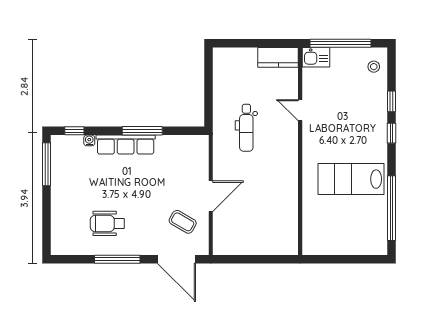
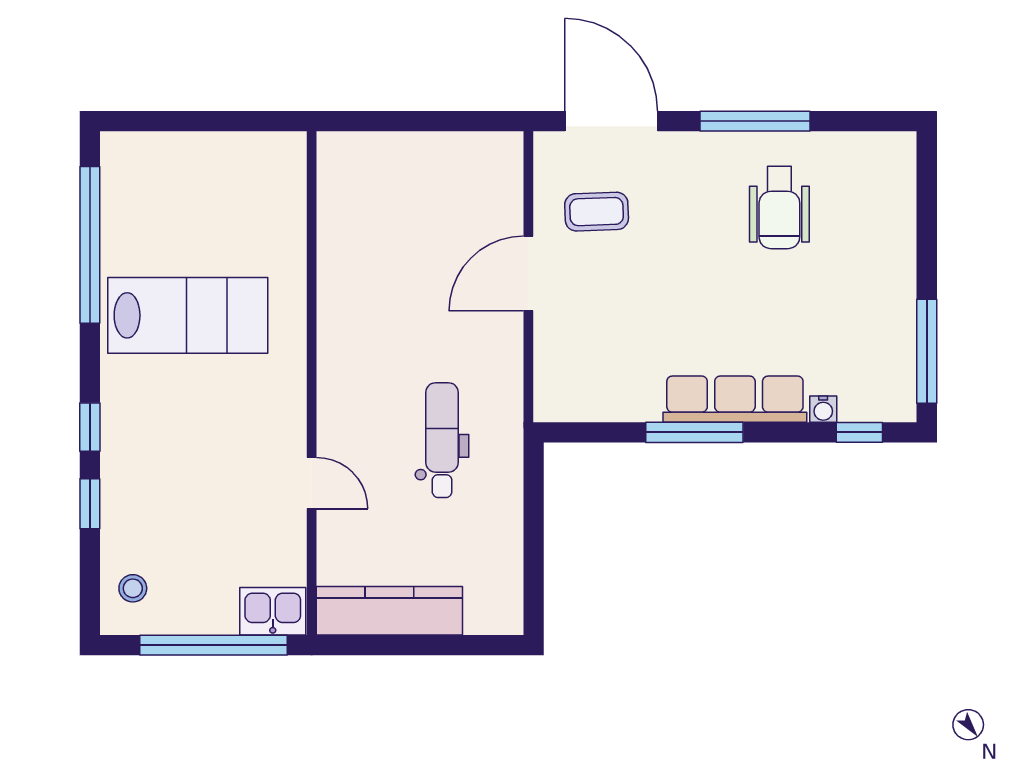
kitchen counter: (278, 57) -> (389, 611), width x1.50
coffee table: (183, 222) -> (597, 212), turned -32
wheelchair: (107, 223) -> (779, 208), turned 90

